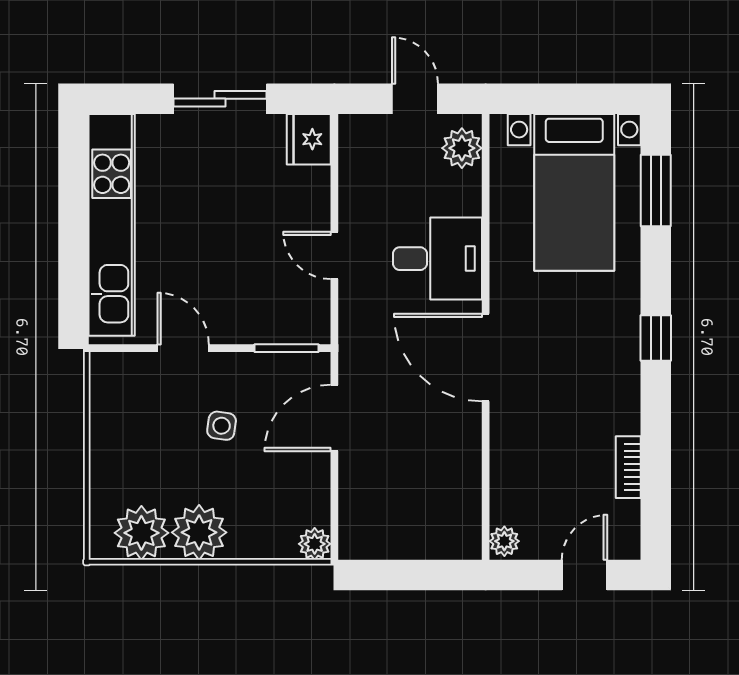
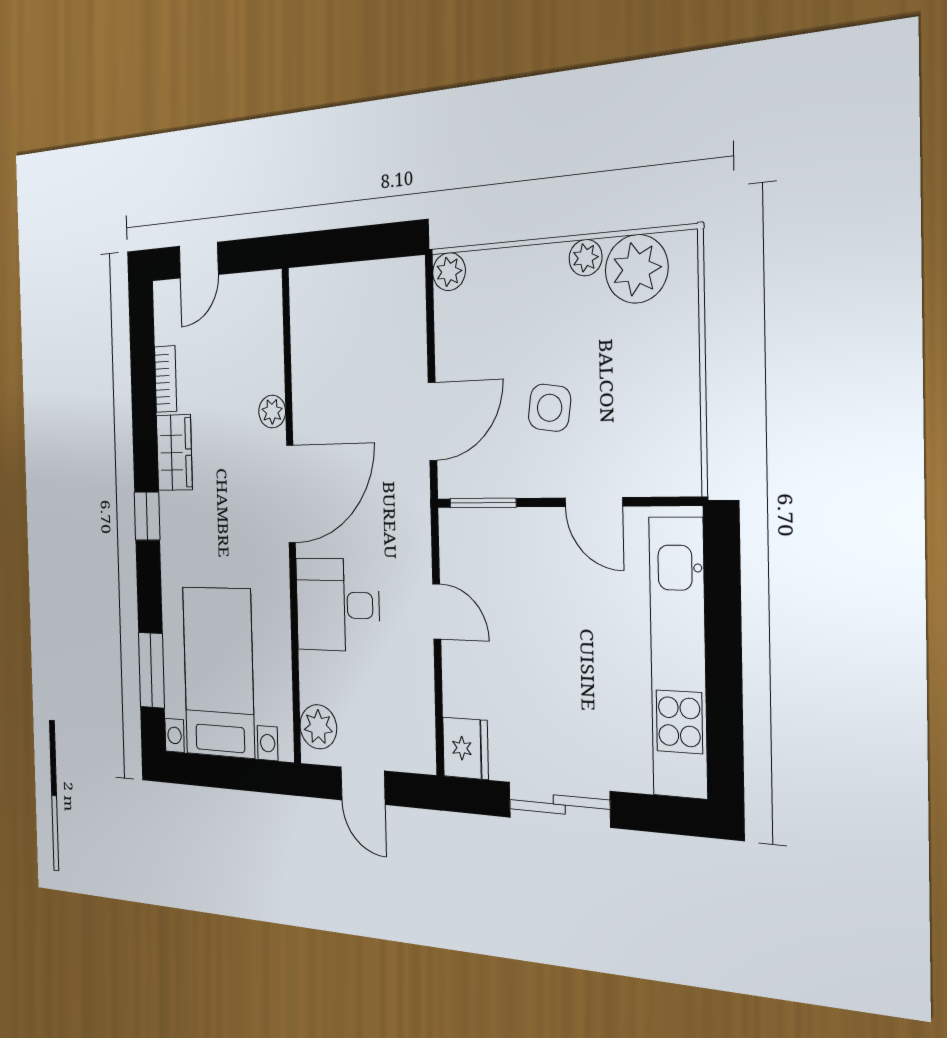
door: (486, 358) -> (291, 494), hinge flipped
wardrobe: (620, 398) -> (174, 453), added
side table: (222, 426) -> (550, 408), width x1.37, depth x1.37
plant: (199, 532) -> (586, 258), width x0.53, depth x0.53
plant: (504, 541) -> (272, 412), moved

